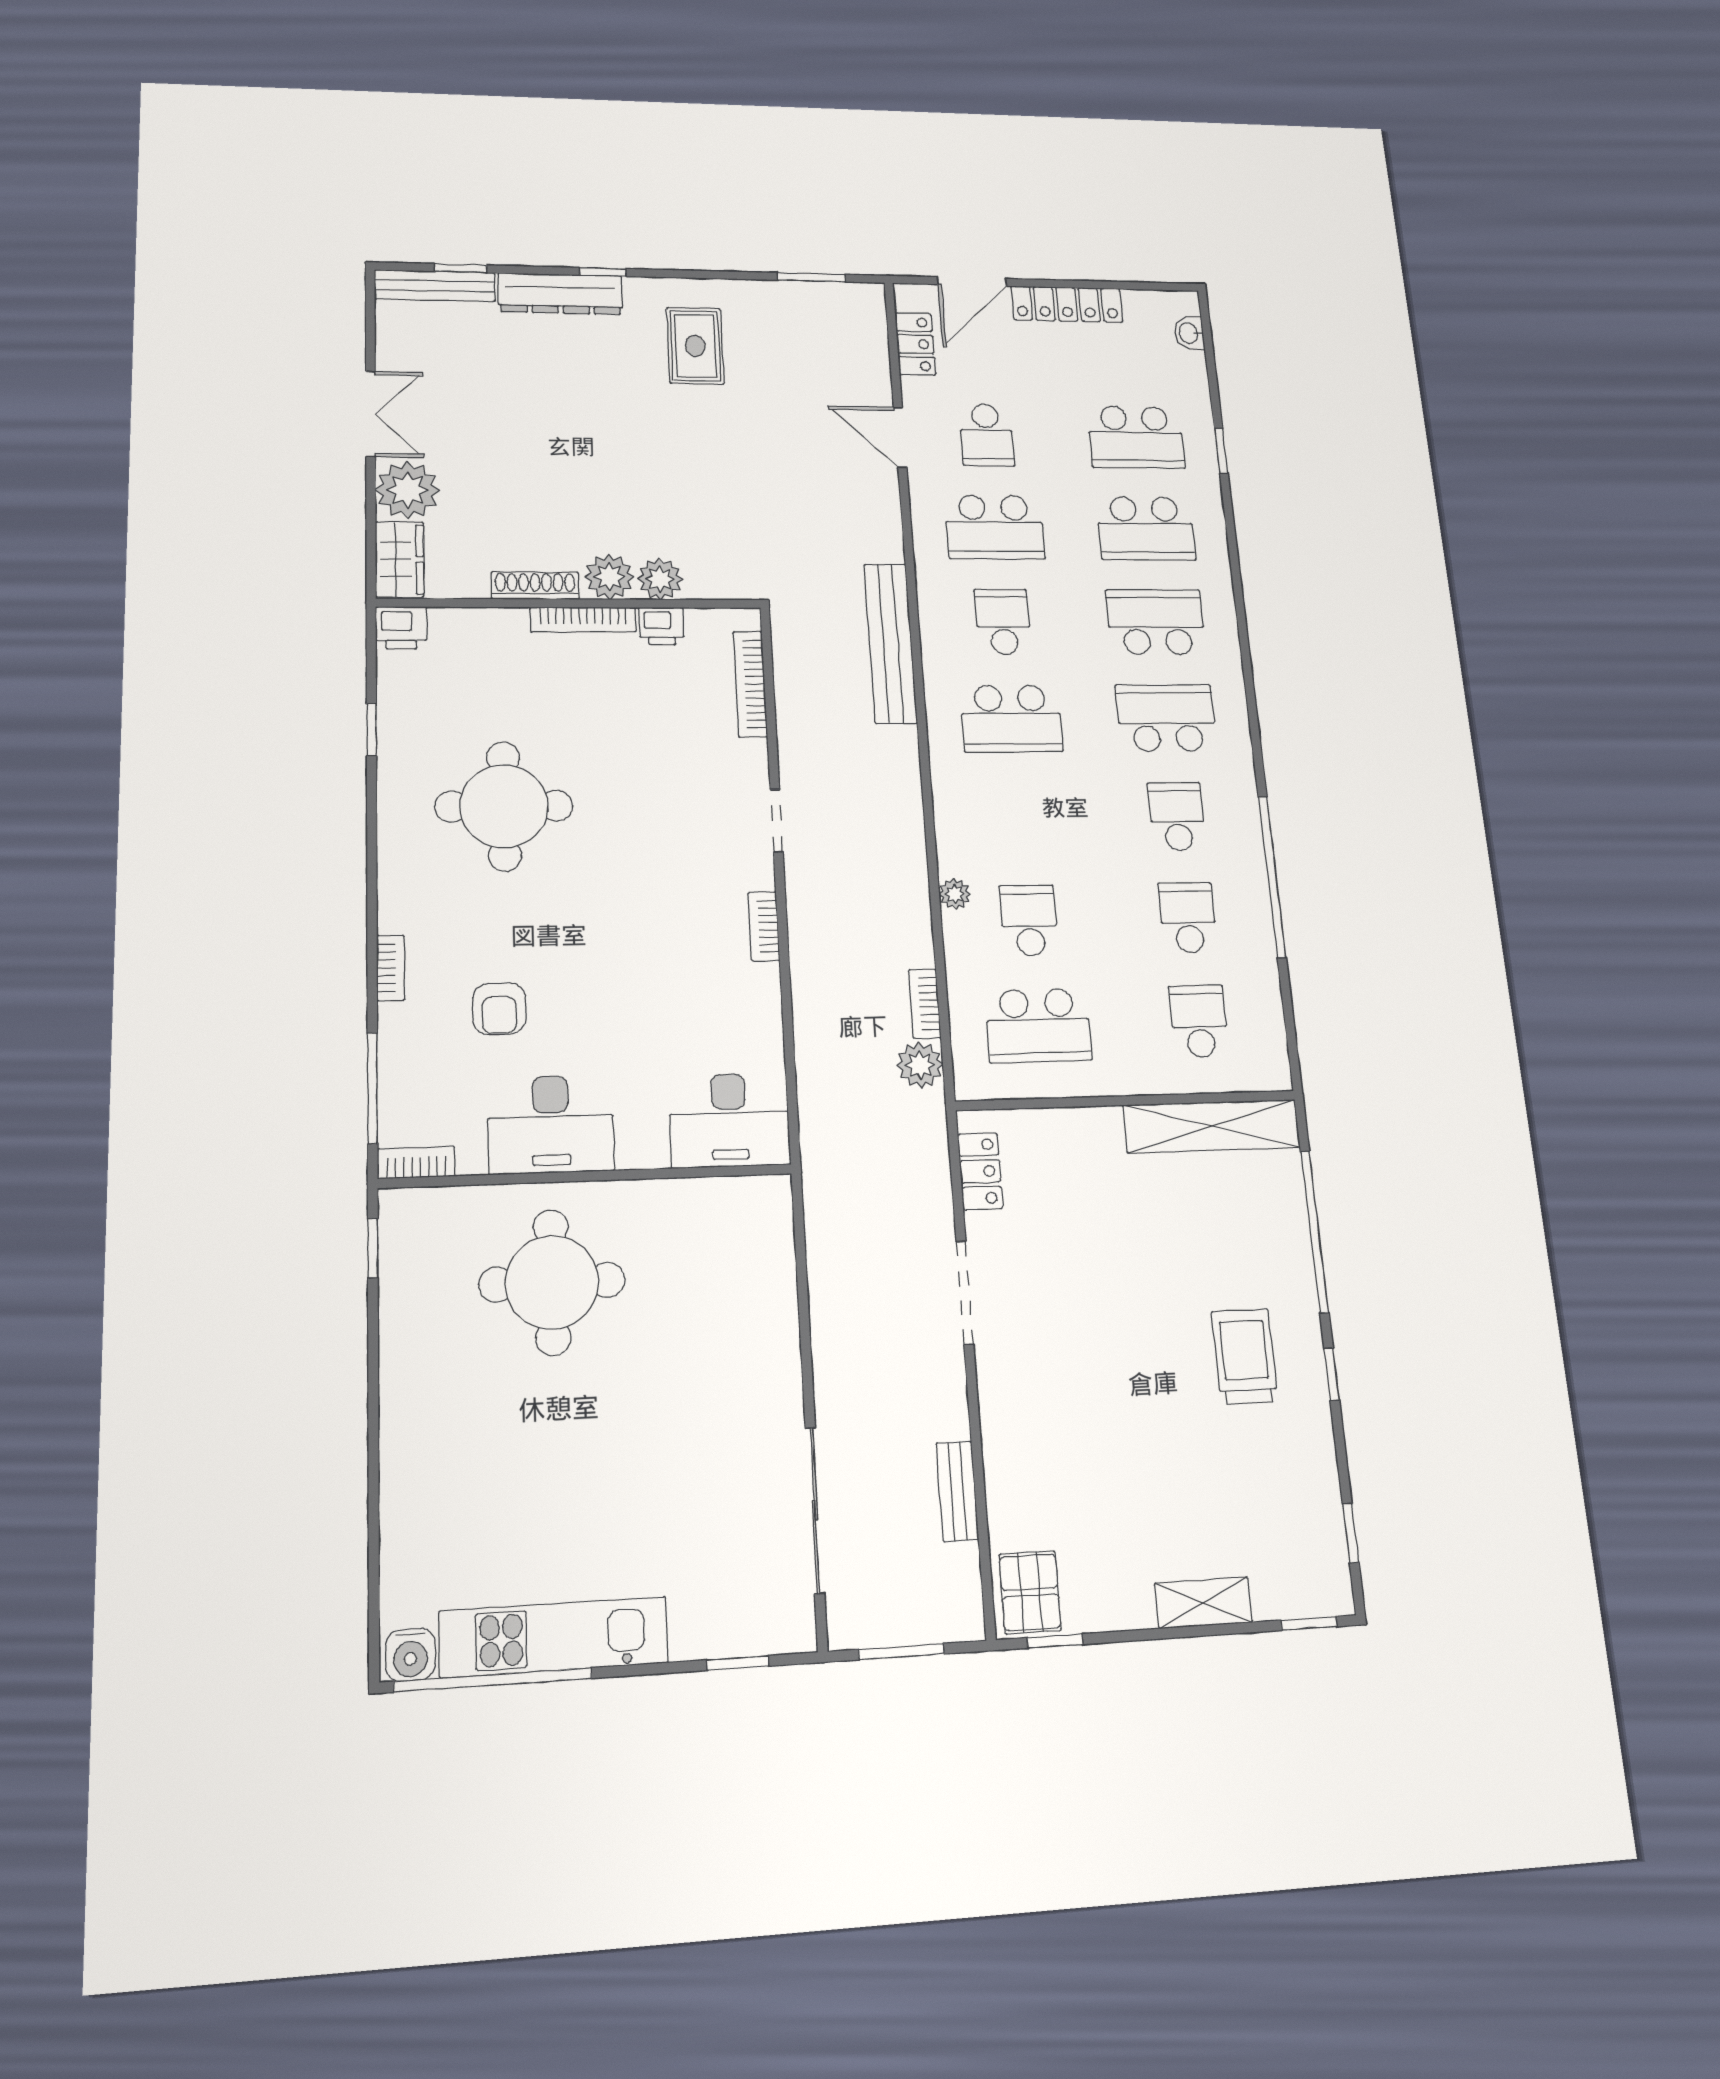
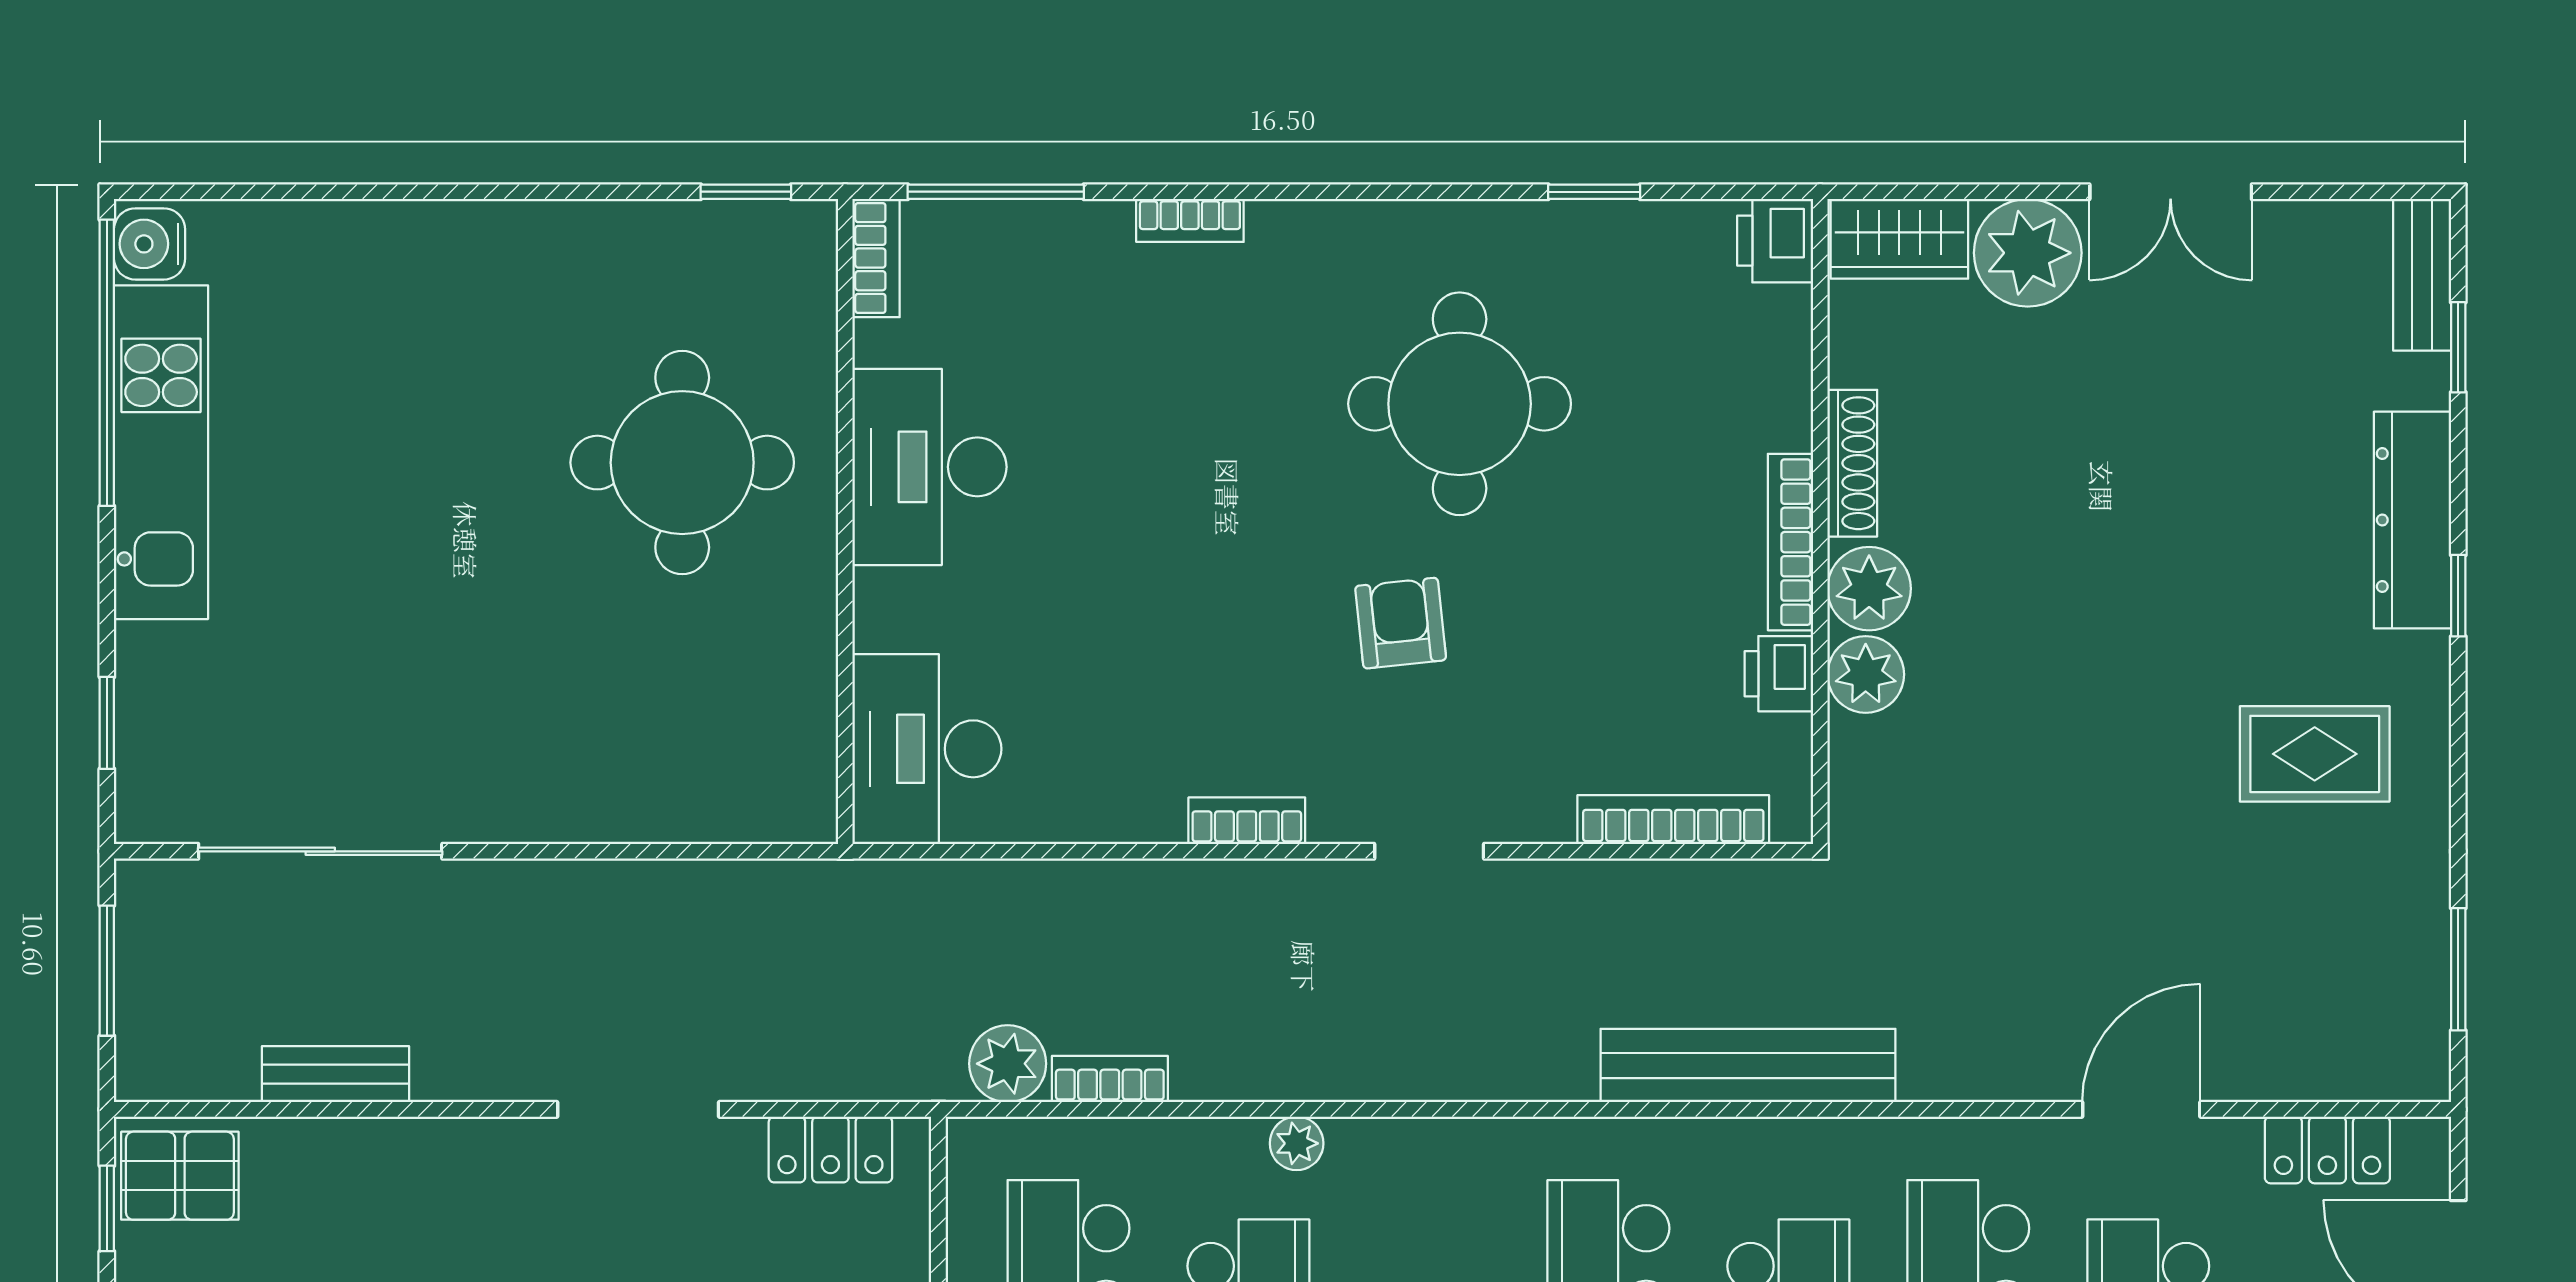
bench: (435, 286) -> (2422, 275), width x0.73
armchair: (499, 1009) -> (1401, 623), moved, turned 84

